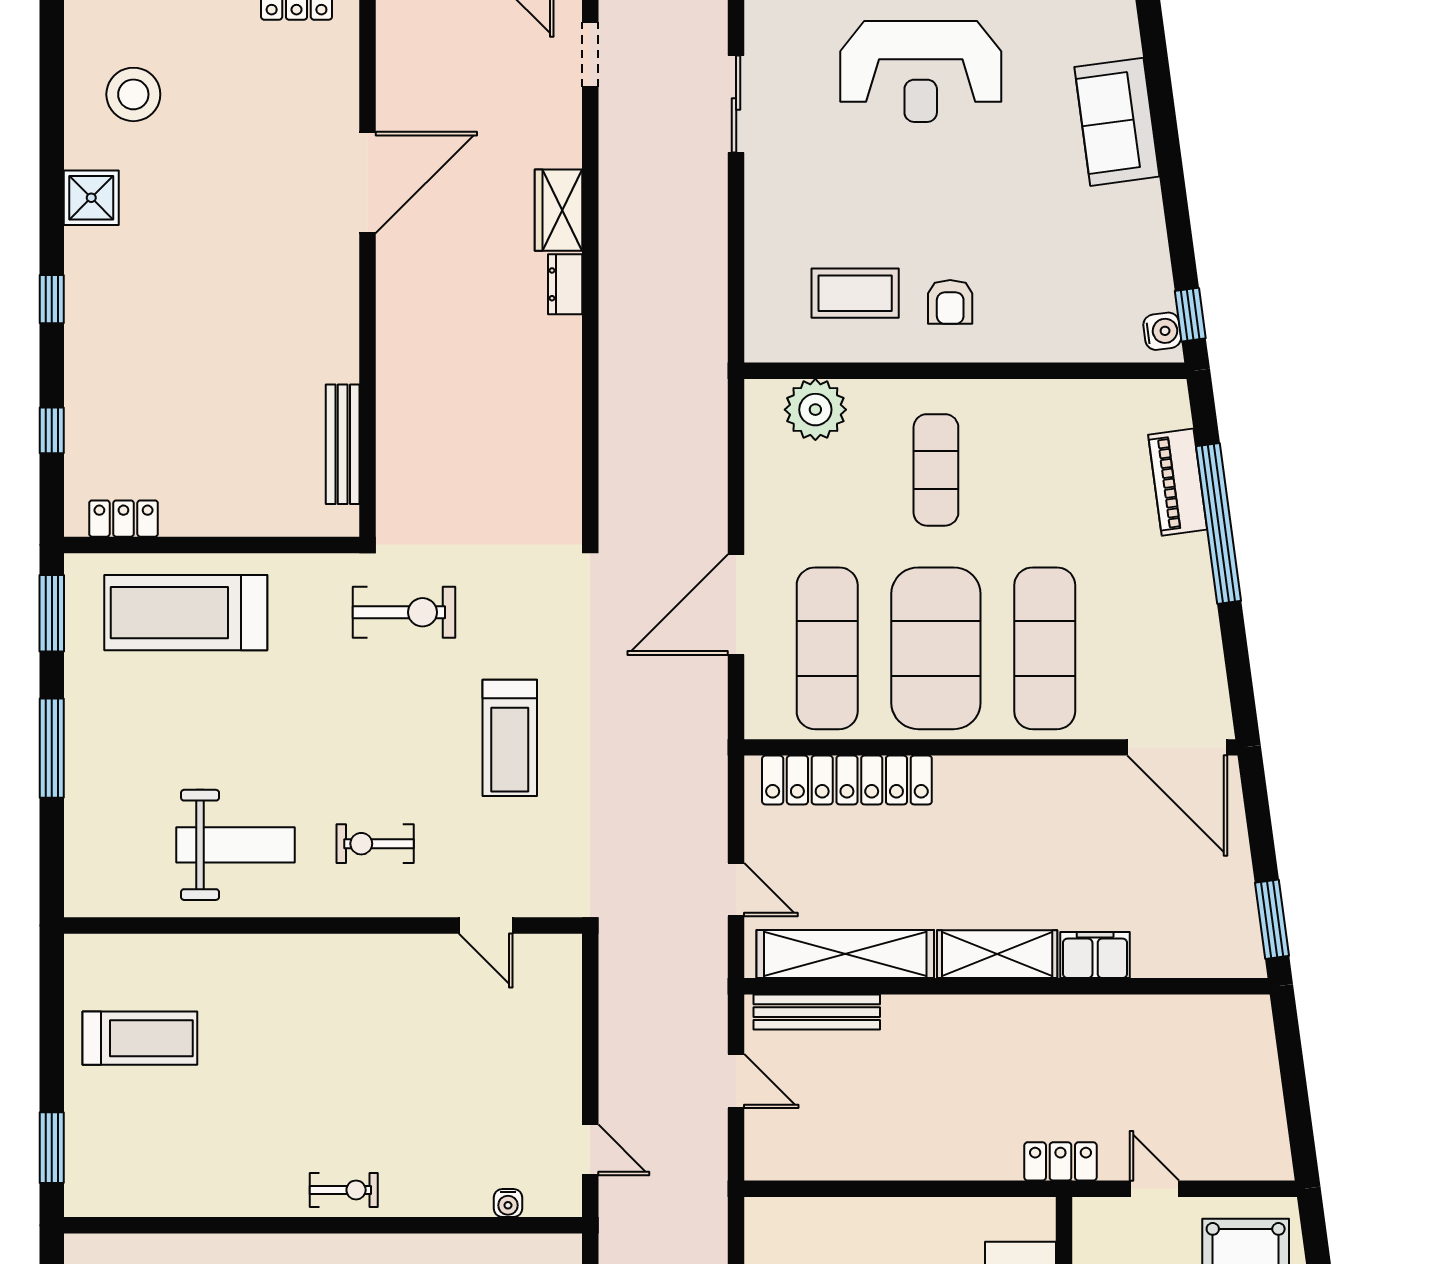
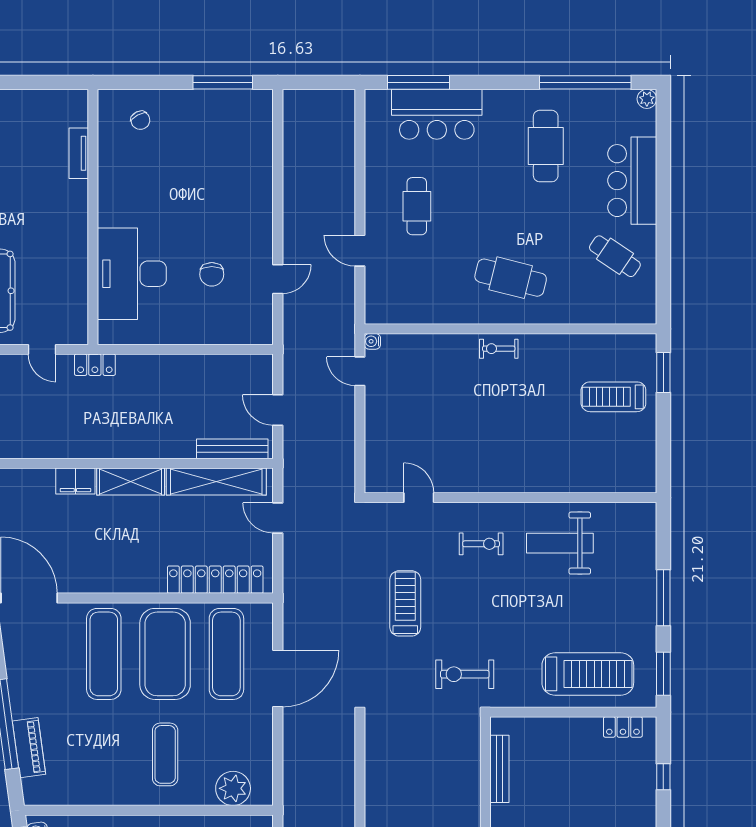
treadmill: (140, 1038) -> (613, 397), moved
water cooler: (508, 1203) -> (372, 341), moved, turned -90

